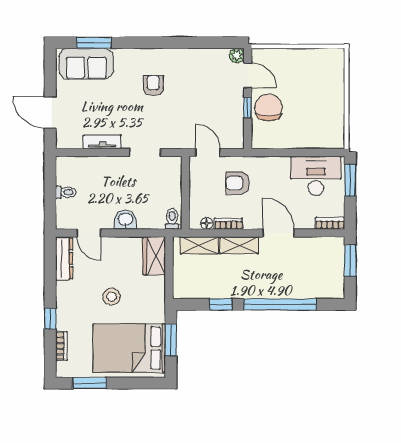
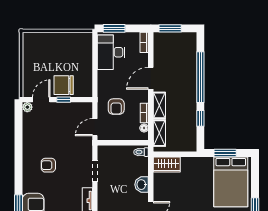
stool: (111, 297) -> (195, 194), removed

